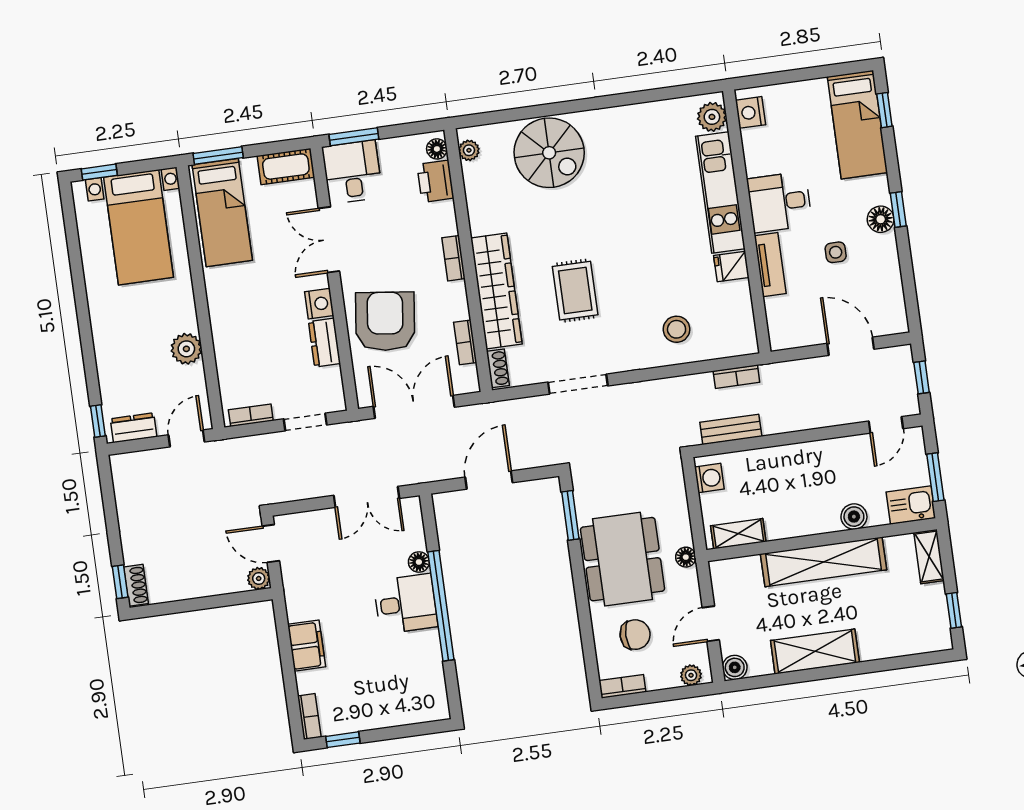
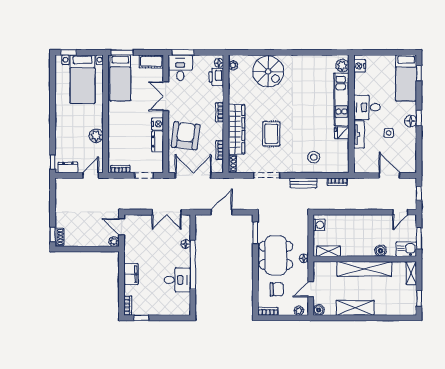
bench: (731, 429) -> (303, 183), moved
desk: (406, 604) -> (177, 280), moved

